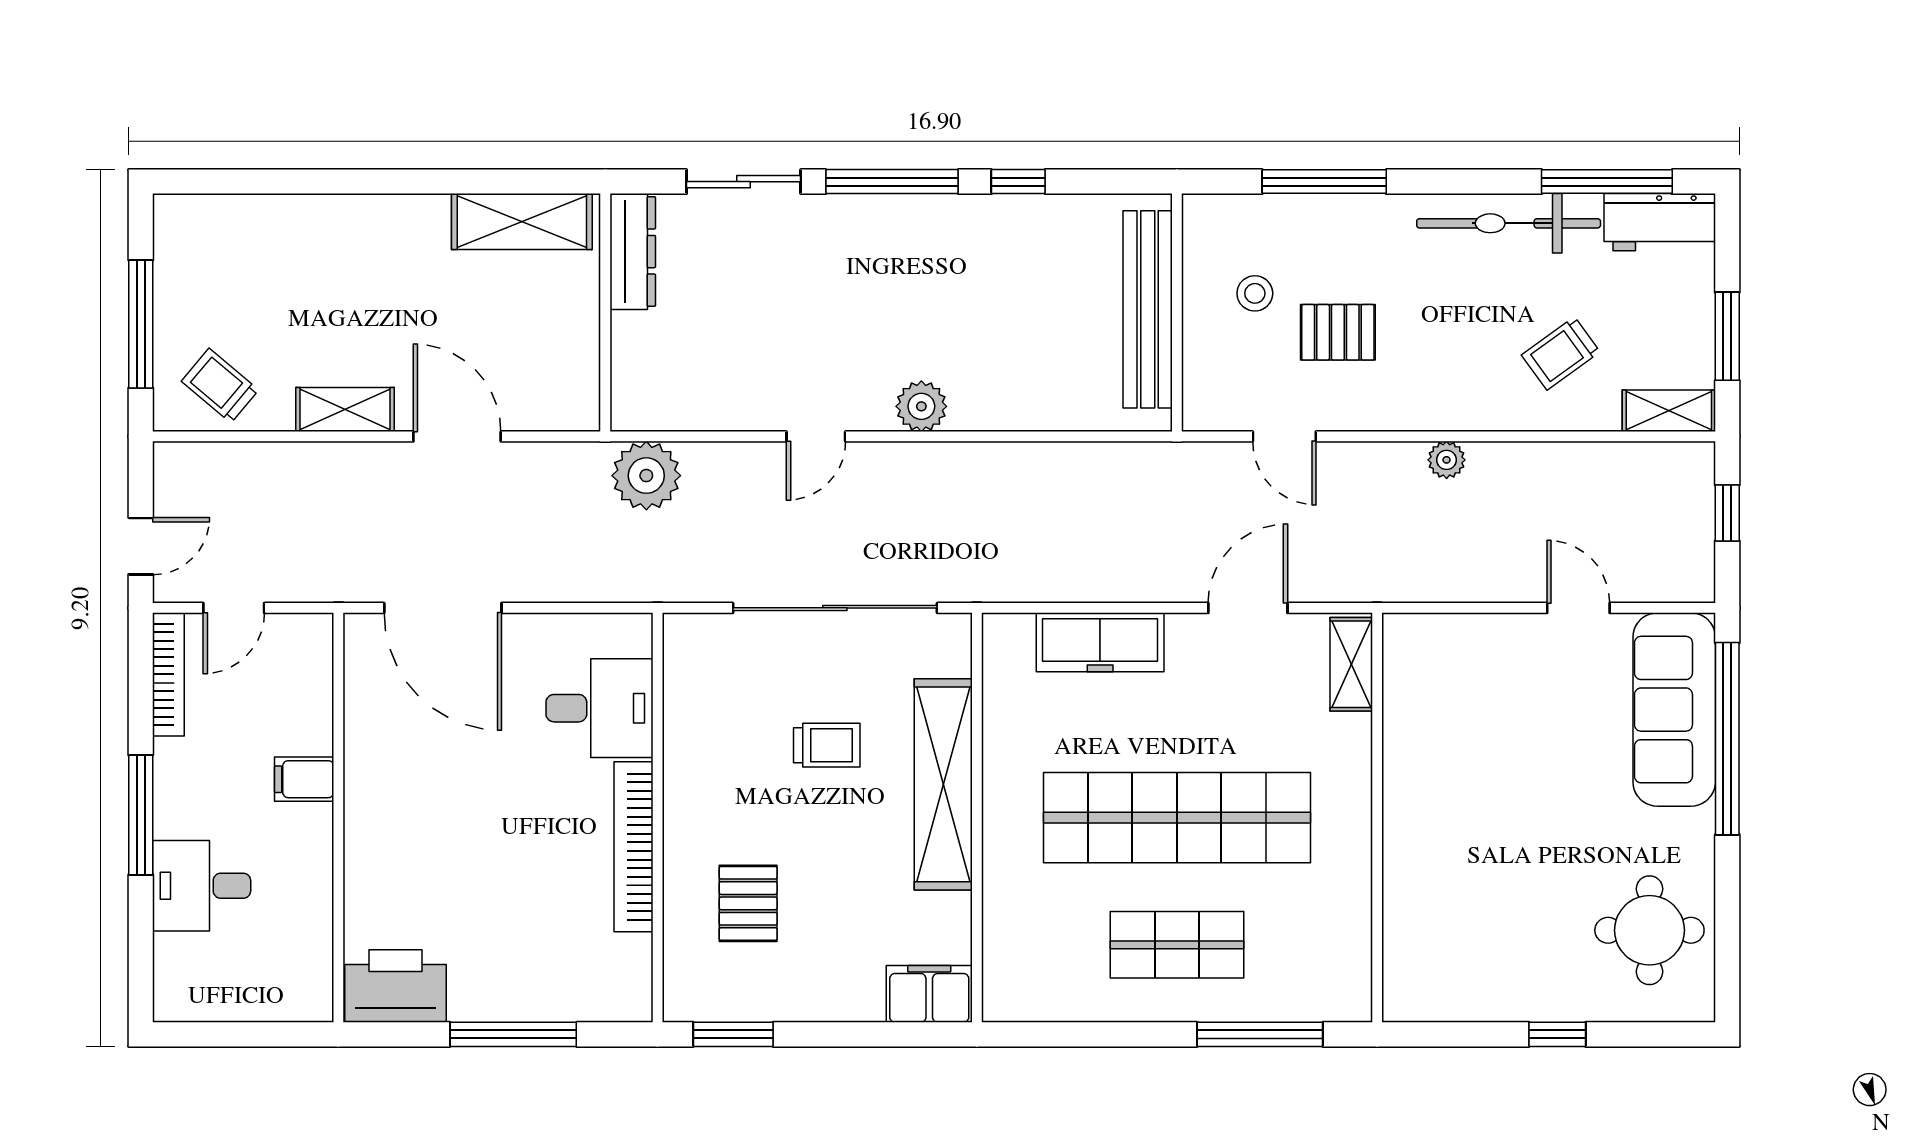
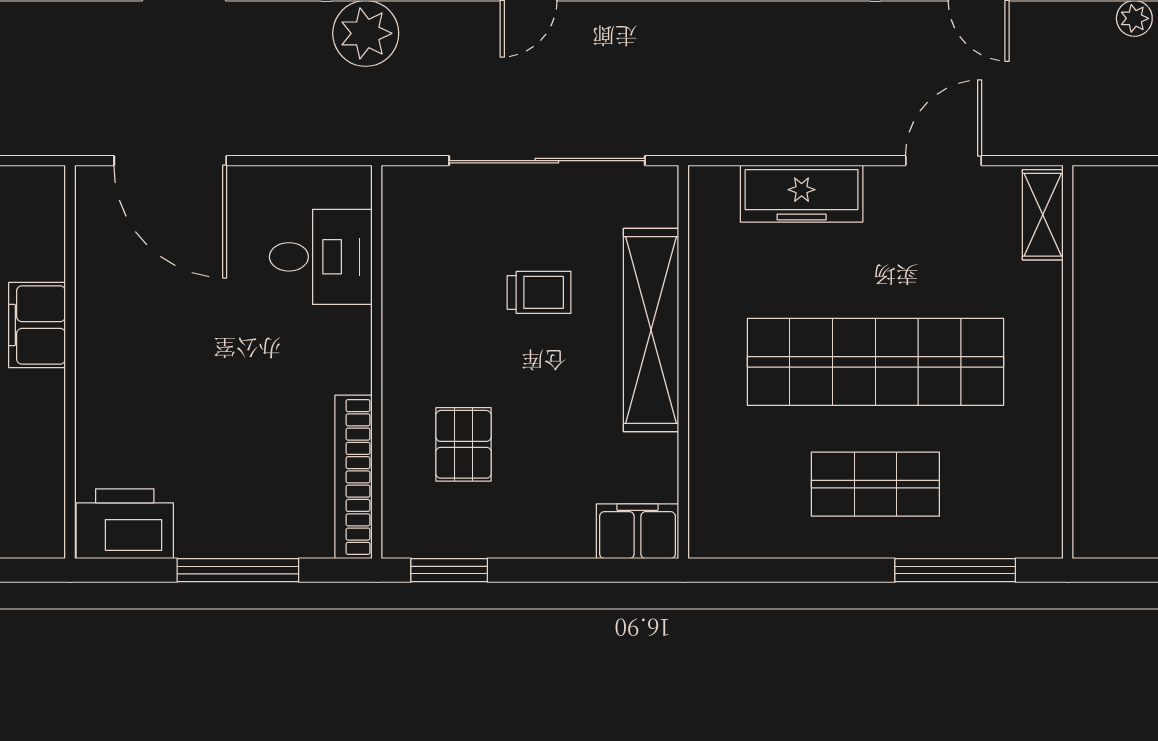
filing cabinet: (304, 779) -> (37, 325), width x2.00
bookcase: (634, 847) -> (353, 477), moved

